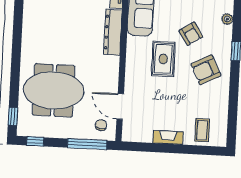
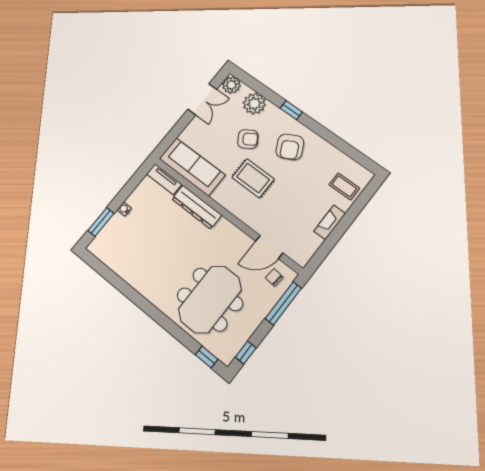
plant: (227, 19) -> (254, 104), width x1.87, depth x1.87

